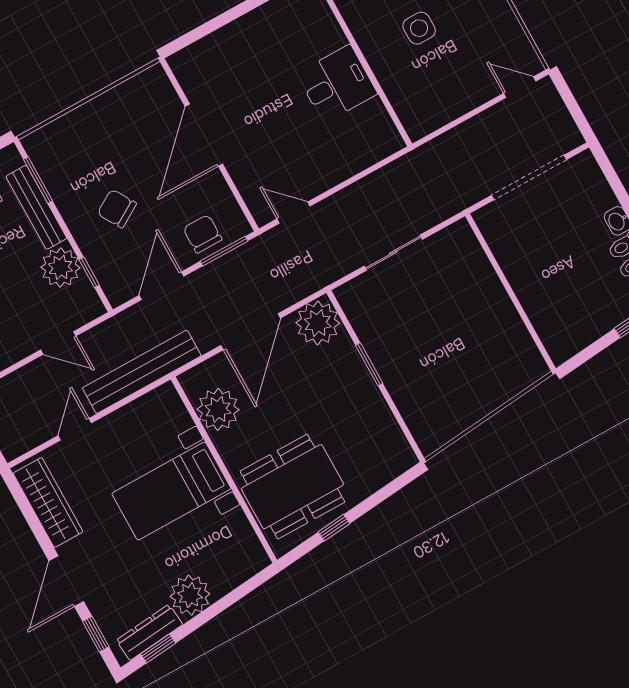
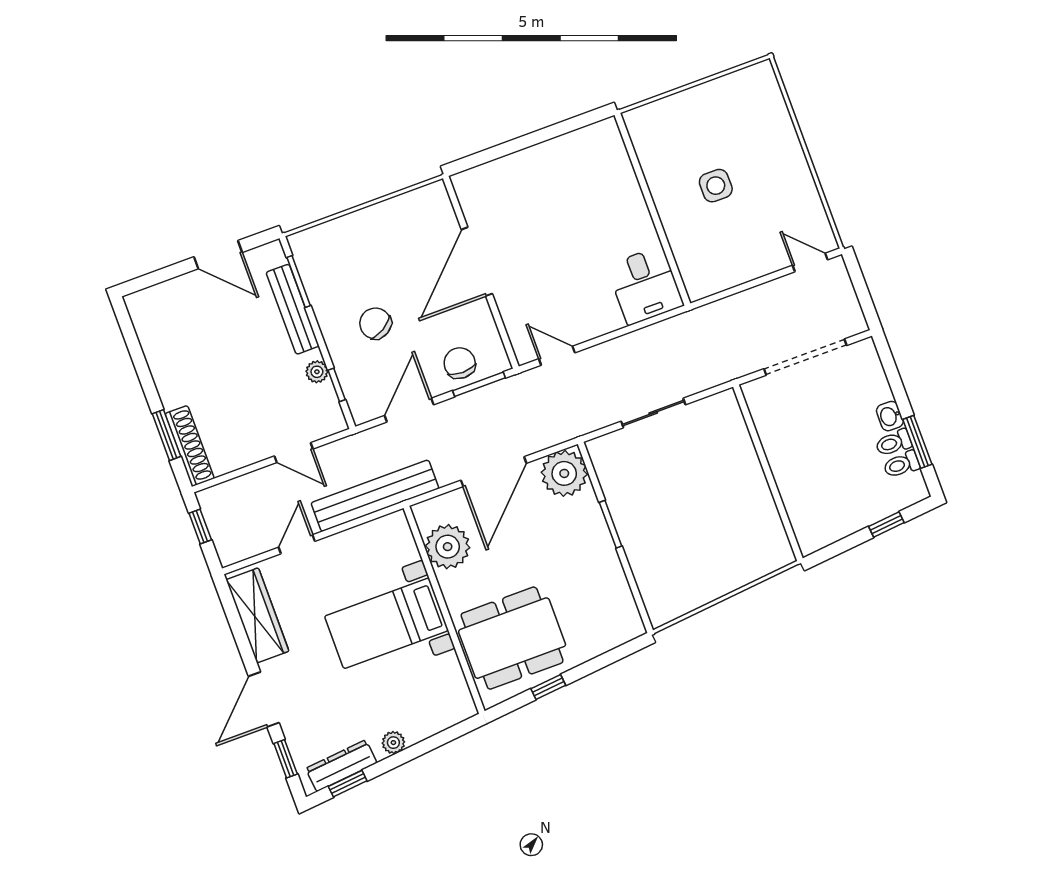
desk: (337, 84) -> (645, 285), moved, turned 90
plant: (60, 267) -> (317, 372), width x0.53, depth x0.53
plant: (190, 595) -> (393, 743), width x0.53, depth x0.53

